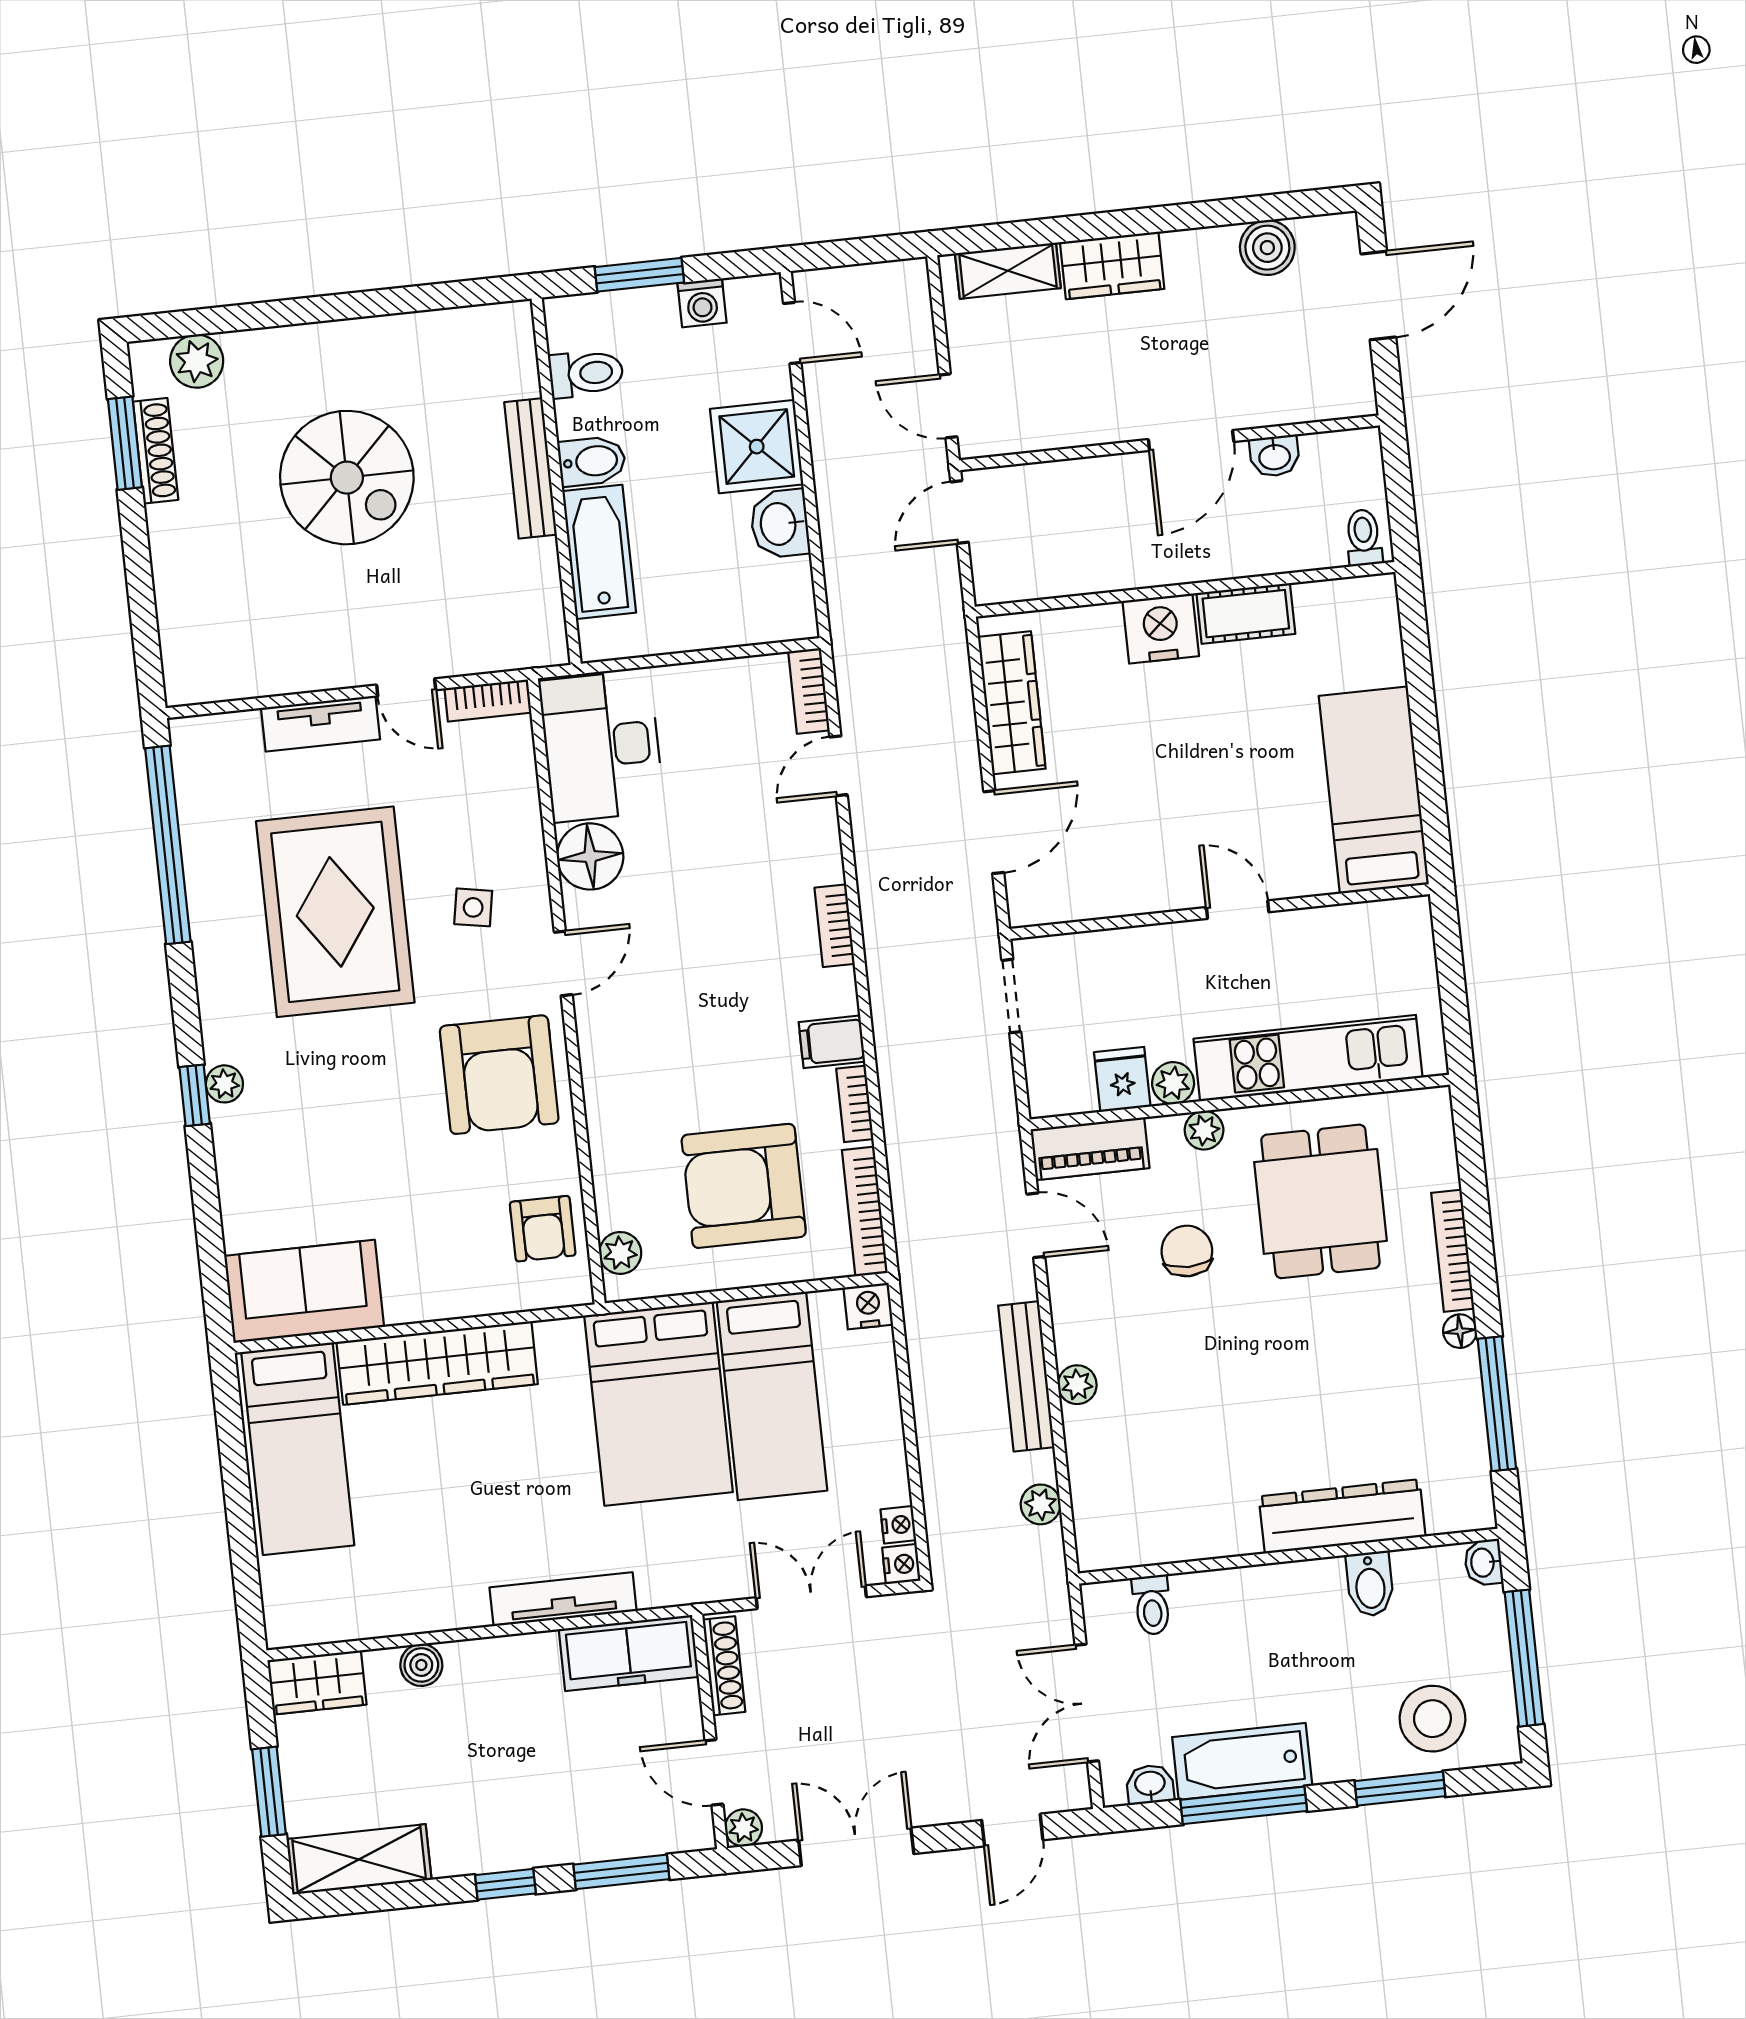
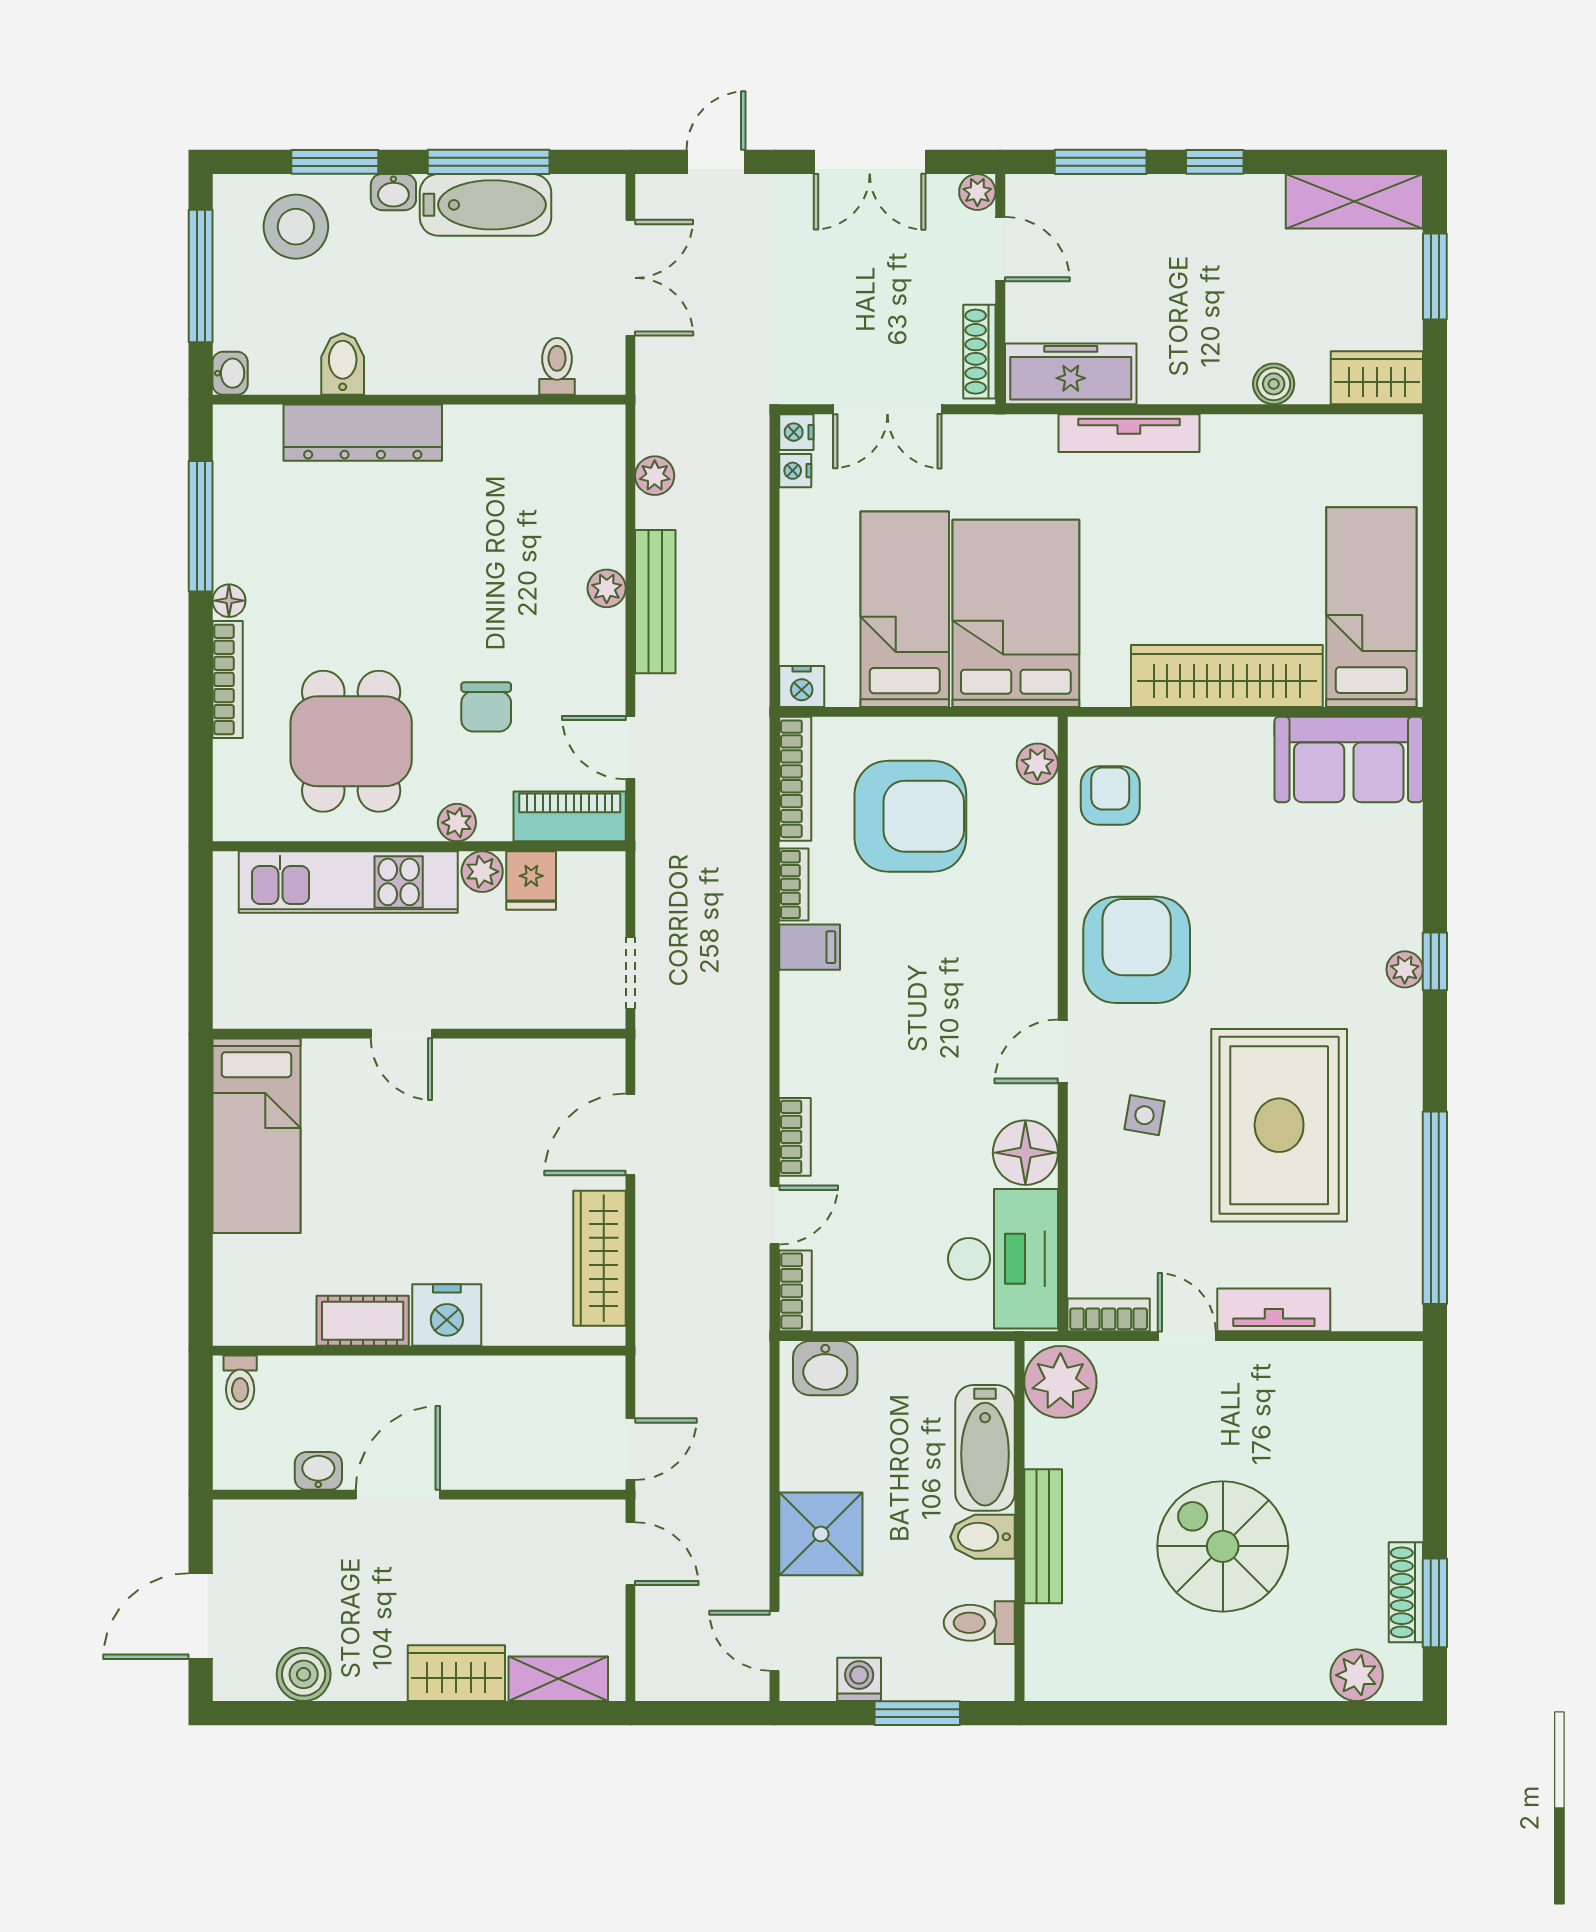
washbasin: (780, 524) -> (825, 1368), moved, turned 90
plant: (530, 627) -> (1060, 1382), added
bookcase: (835, 926) -> (795, 1137), moved
washbasin: (1150, 1784) -> (393, 192), moved

